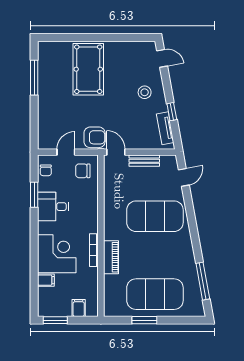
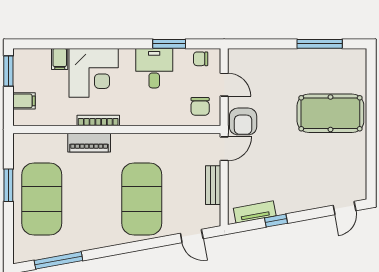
stool: (145, 92) -> (301, 186), removed
chair: (83, 171) -> (200, 106), turned 180

